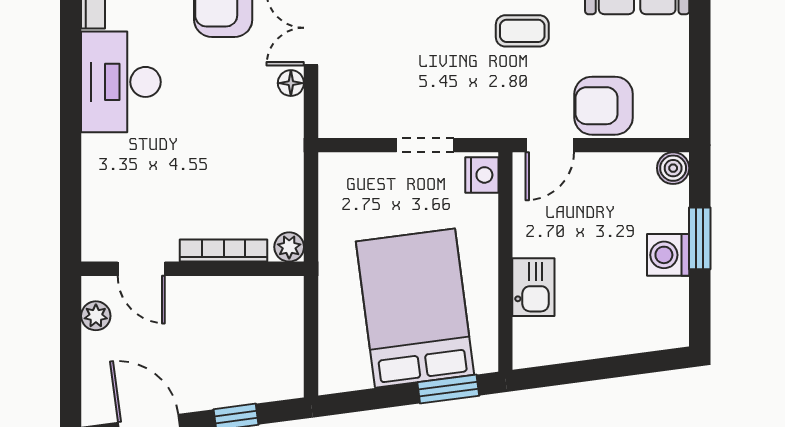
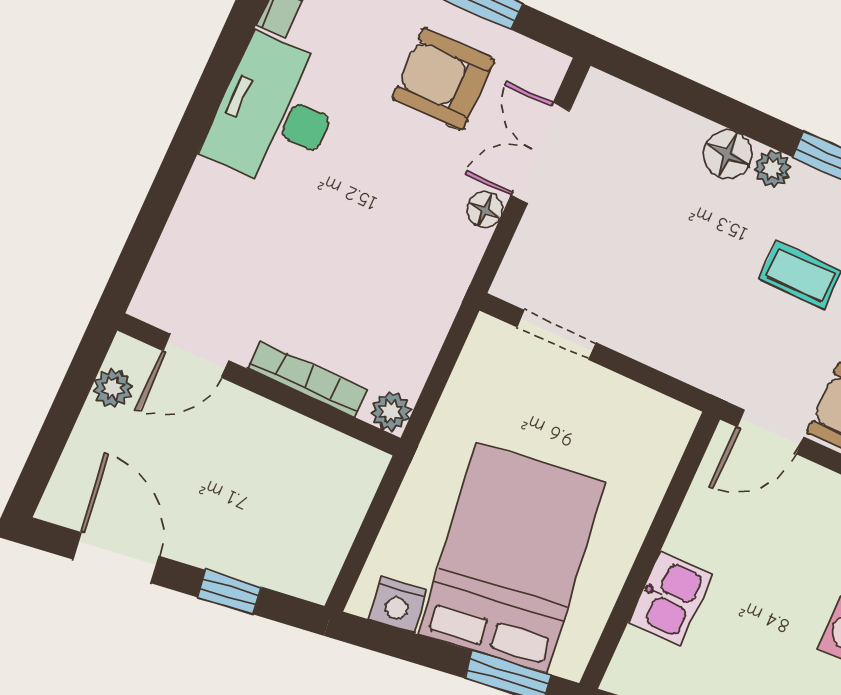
doorway: (425, 145) -> (556, 335), moved
nightstand: (482, 175) -> (398, 605), moved, turned 82
door: (141, 269) -> (195, 356), hinge flipped

